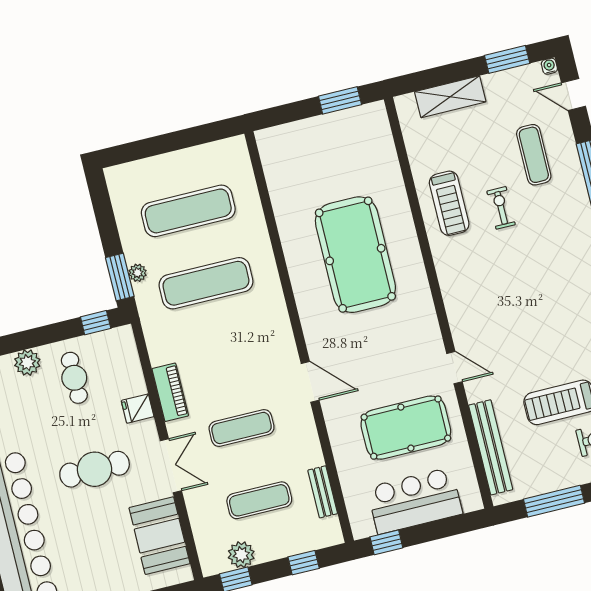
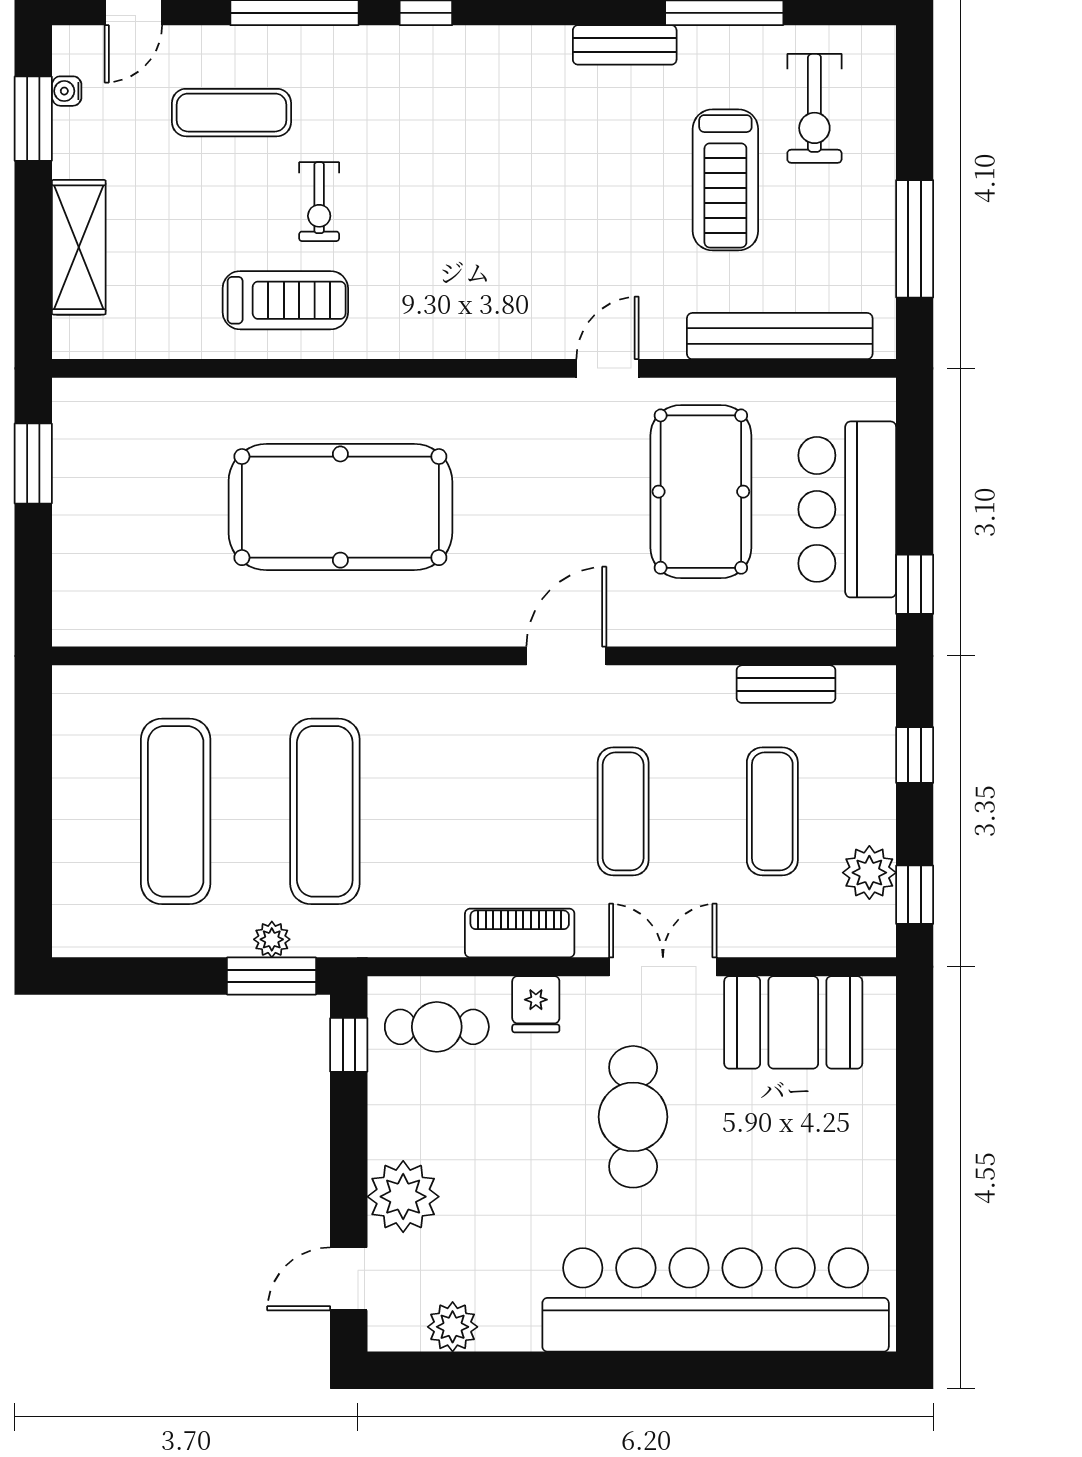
water cooler: (549, 66) -> (67, 91), moved
exercise bike: (501, 208) -> (319, 202), turned -90
plant: (27, 363) -> (403, 1197), width x1.36, depth x1.36
cafe table: (74, 378) -> (437, 1027), moved

